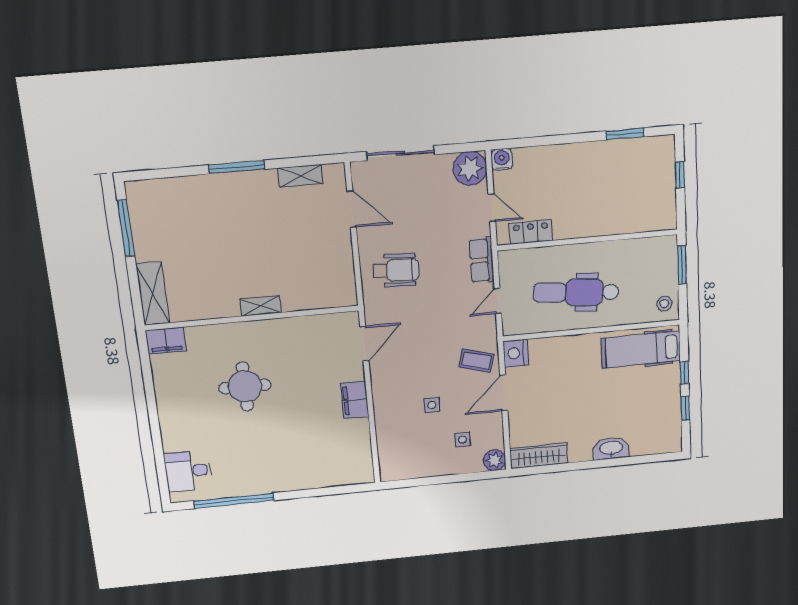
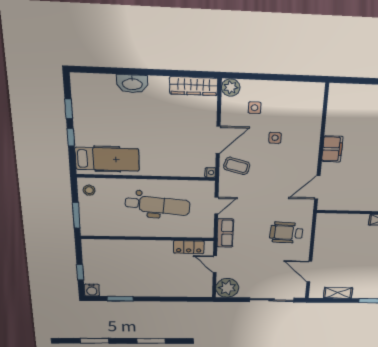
water cooler: (502, 159) -> (92, 290), moved
nightstand: (516, 353) -> (210, 173), width x0.53, depth x0.56

